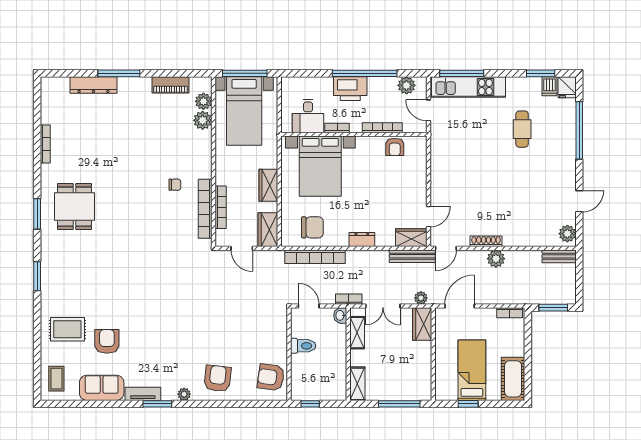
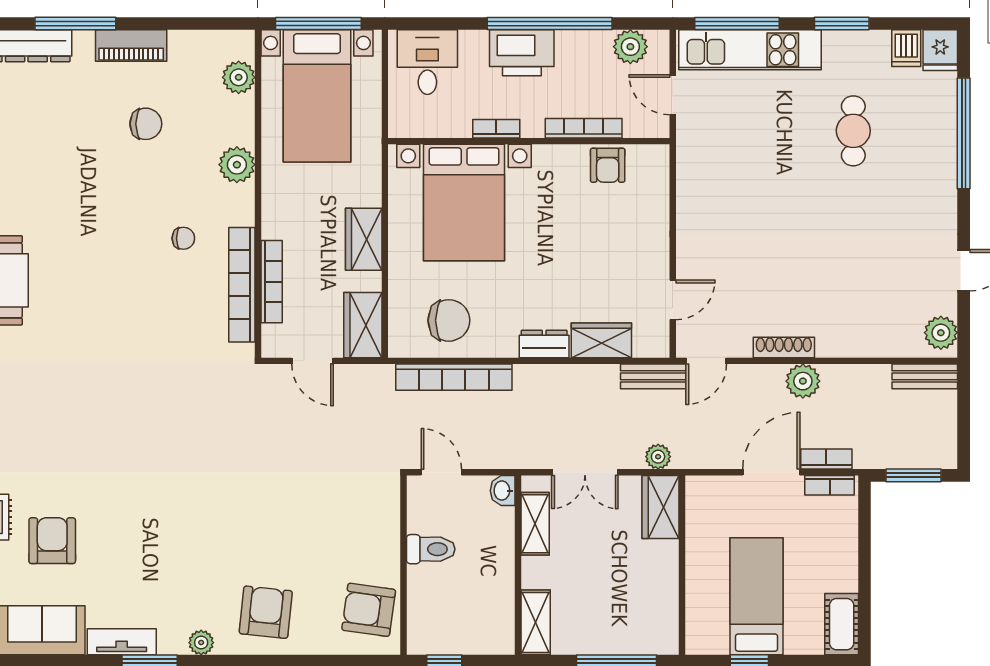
window: (541, 73) -> (842, 24), moved
piano: (171, 85) -> (131, 46), moved
desk: (308, 116) -> (427, 62), moved, turned 180
plant: (203, 120) -> (237, 165), moved
chair: (155, 125) -> (146, 124), added
wardrobe: (411, 238) -> (601, 340), moved
bench: (412, 256) -> (653, 376), width x0.73
bookcase: (349, 299) -> (826, 459), moved
door: (460, 306) -> (771, 472), moved
cot: (513, 379) -> (842, 624), width x0.73, depth x0.75

